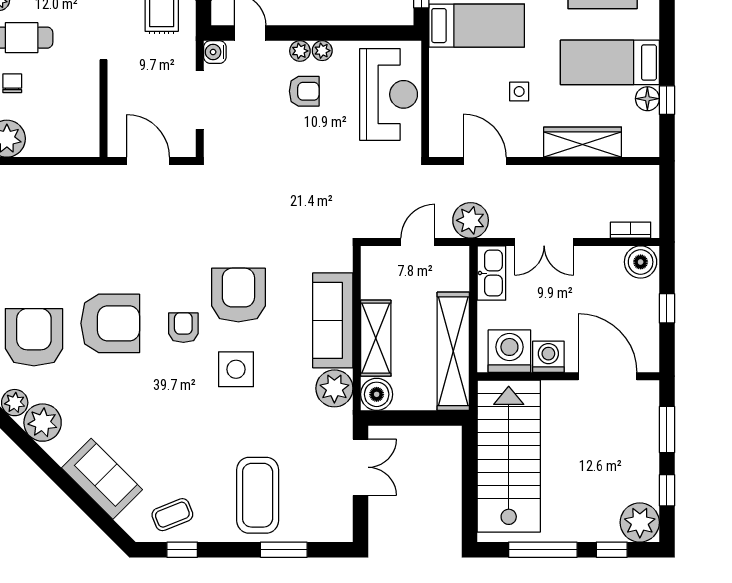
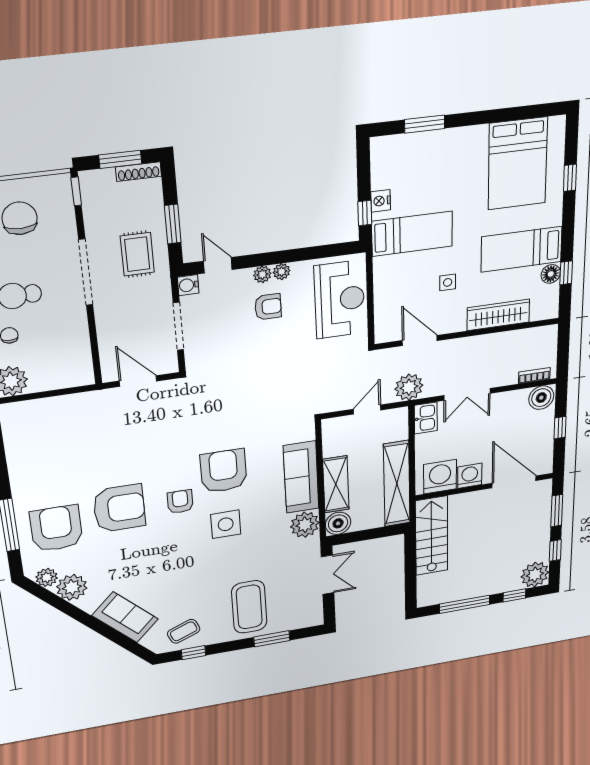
kitchen sink: (491, 273) -> (426, 418), width x0.73
stairs: (509, 456) -> (432, 536), width x0.73, depth x0.66

